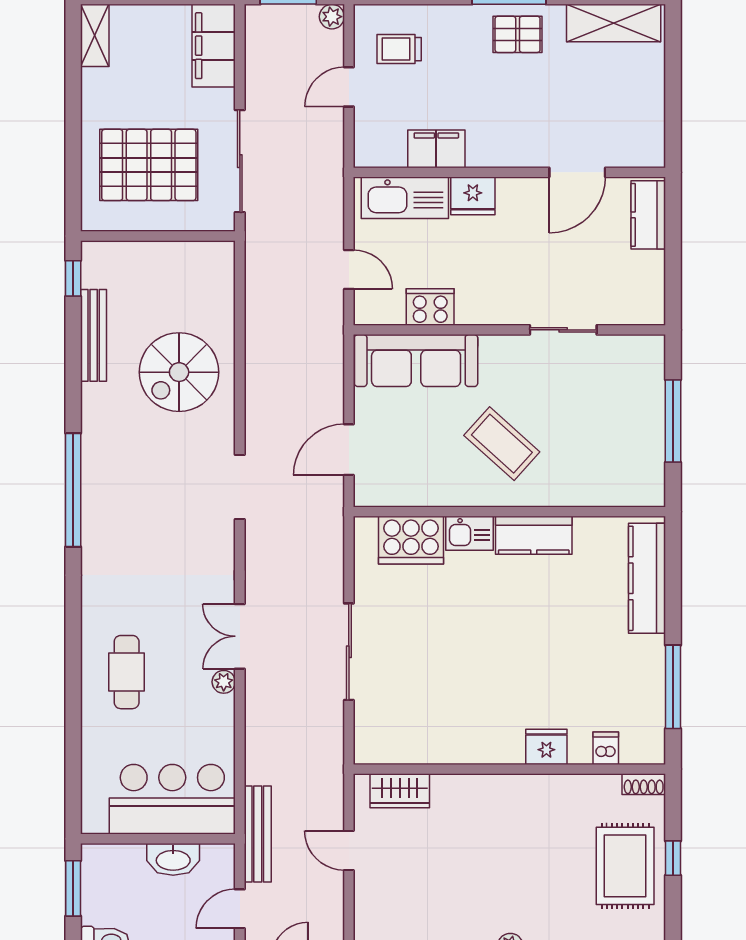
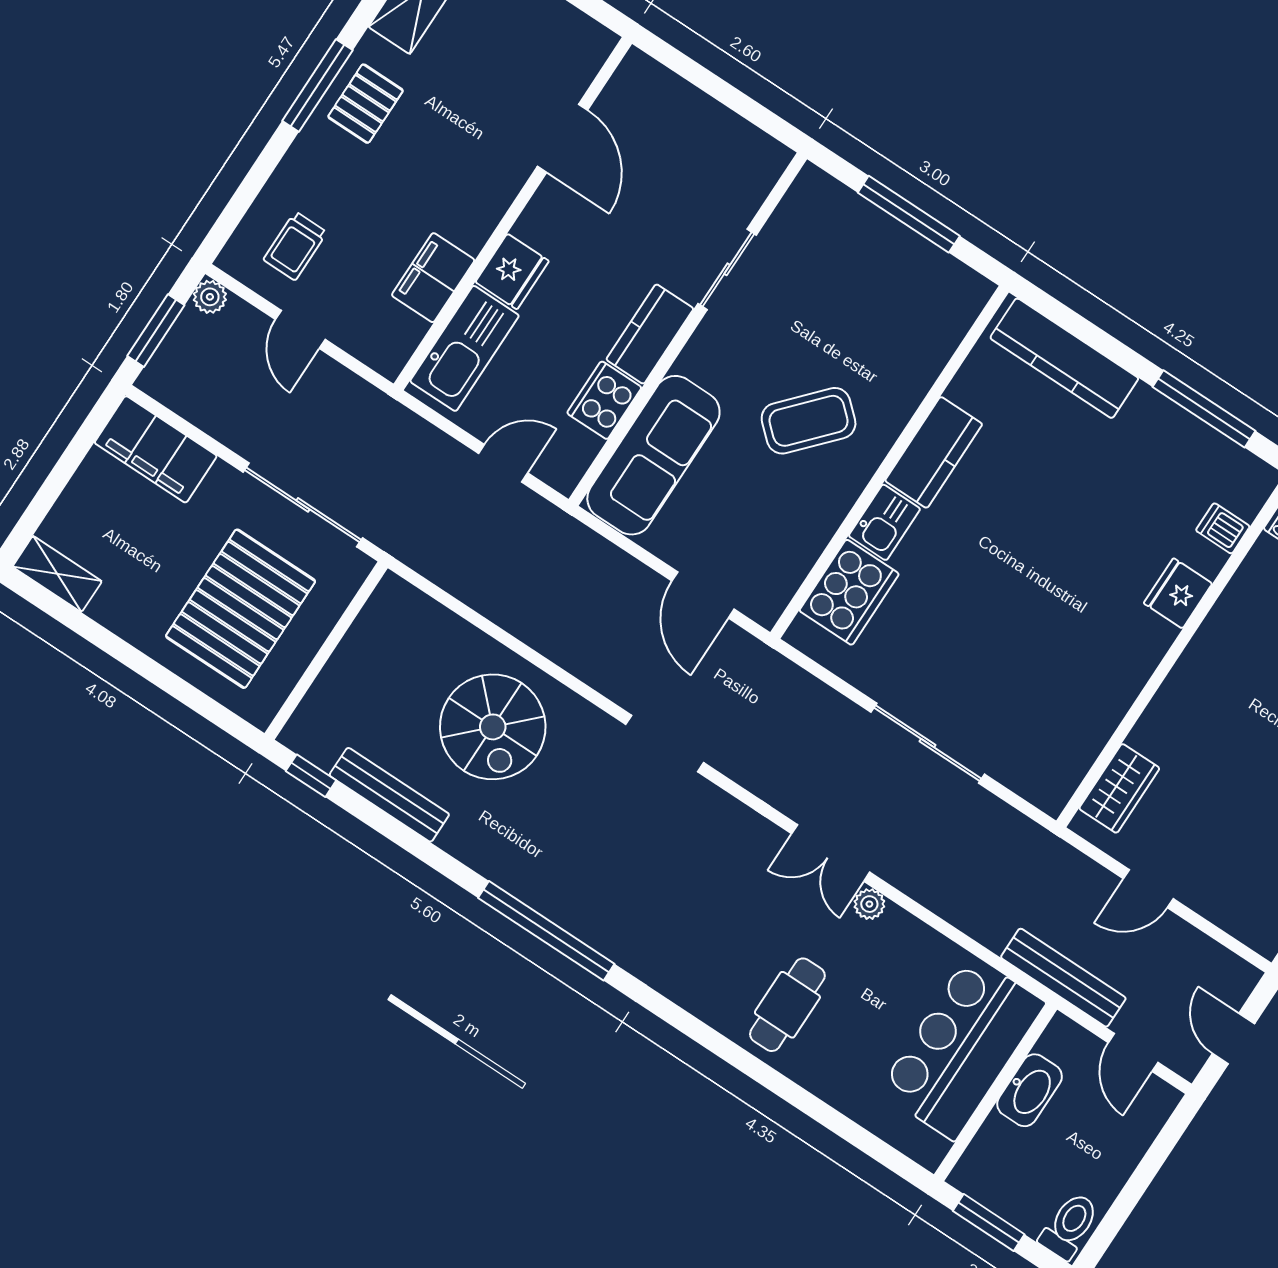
kitchen counter: (648, 215) -> (650, 334), moved, turned 90
cafe table: (127, 672) -> (787, 1005), turned 90

